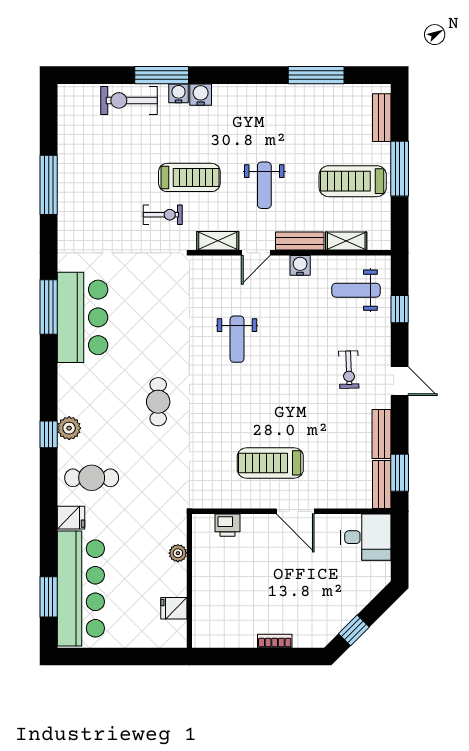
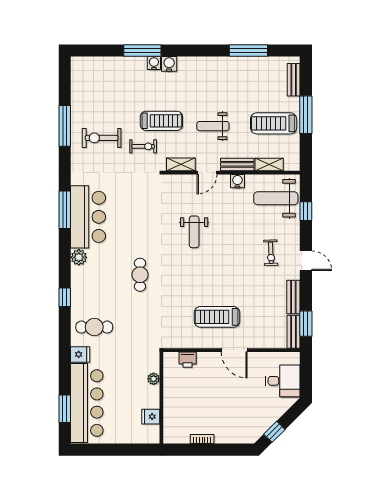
exercise bike: (129, 100) -> (102, 138), moved
weight bench: (264, 185) -> (213, 126), turned 90
weight bench: (356, 290) -> (276, 198), width x1.36, depth x1.33
plant: (69, 428) -> (79, 257), moved
desk: (366, 537) -> (283, 381), moved
bookcase: (275, 641) -> (202, 439), moved

